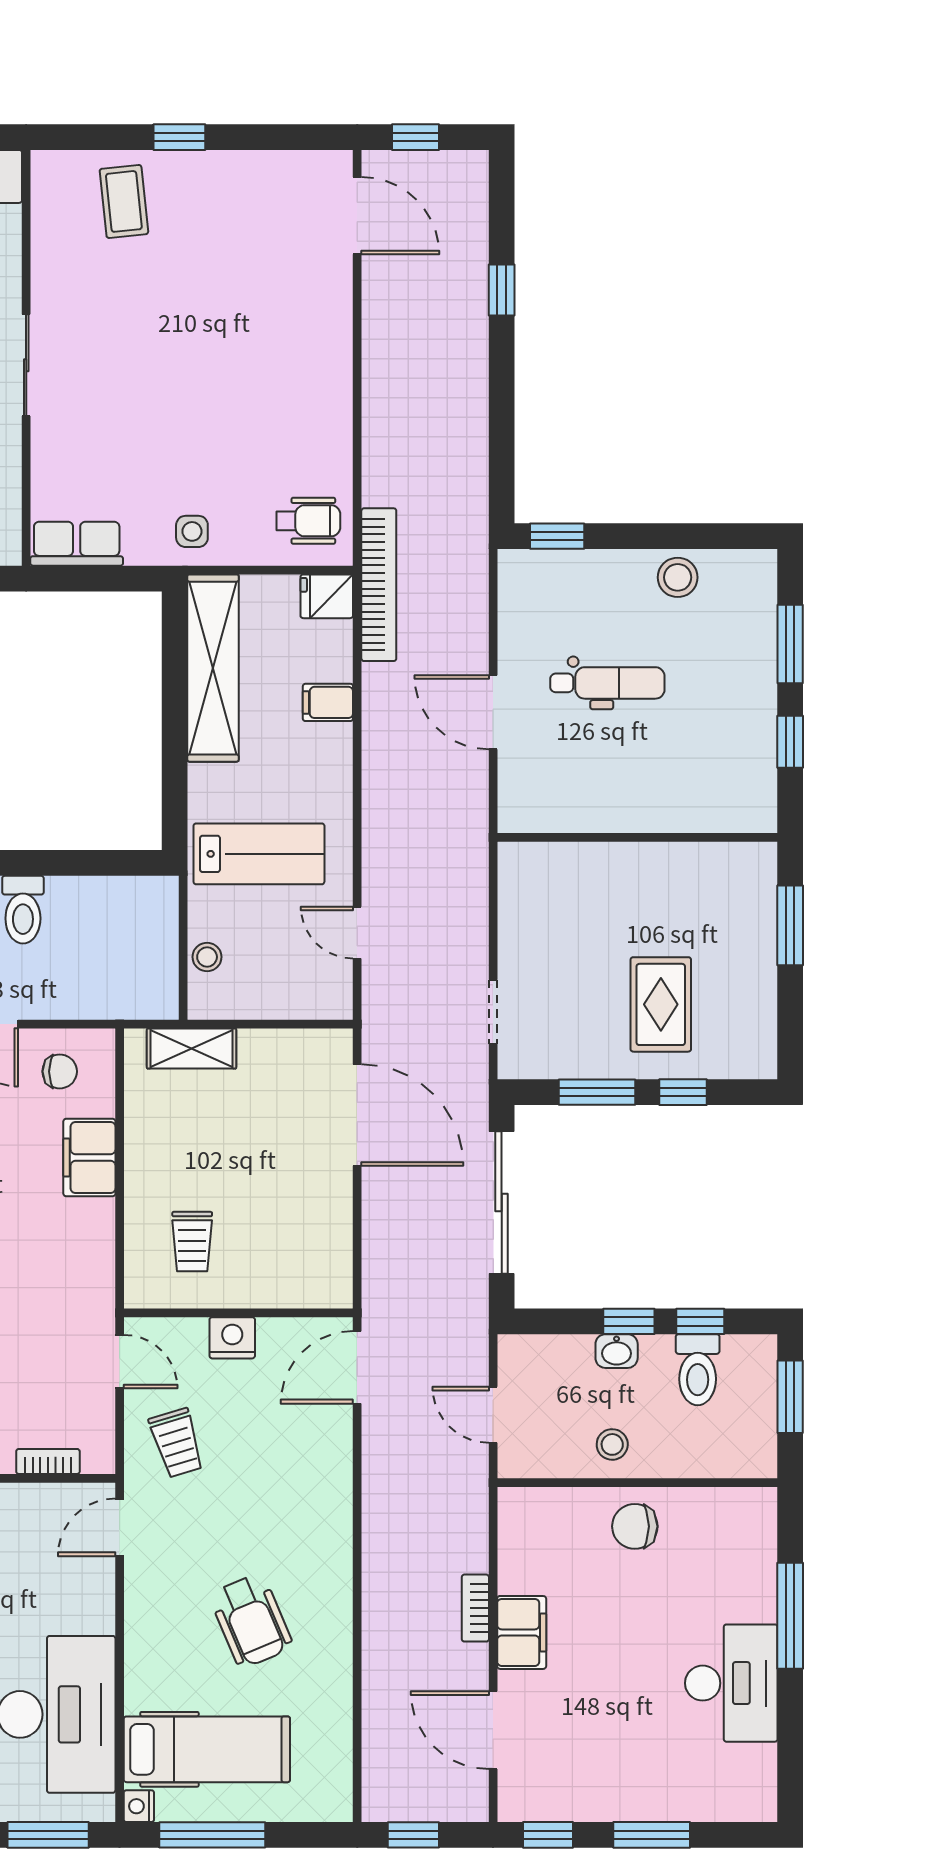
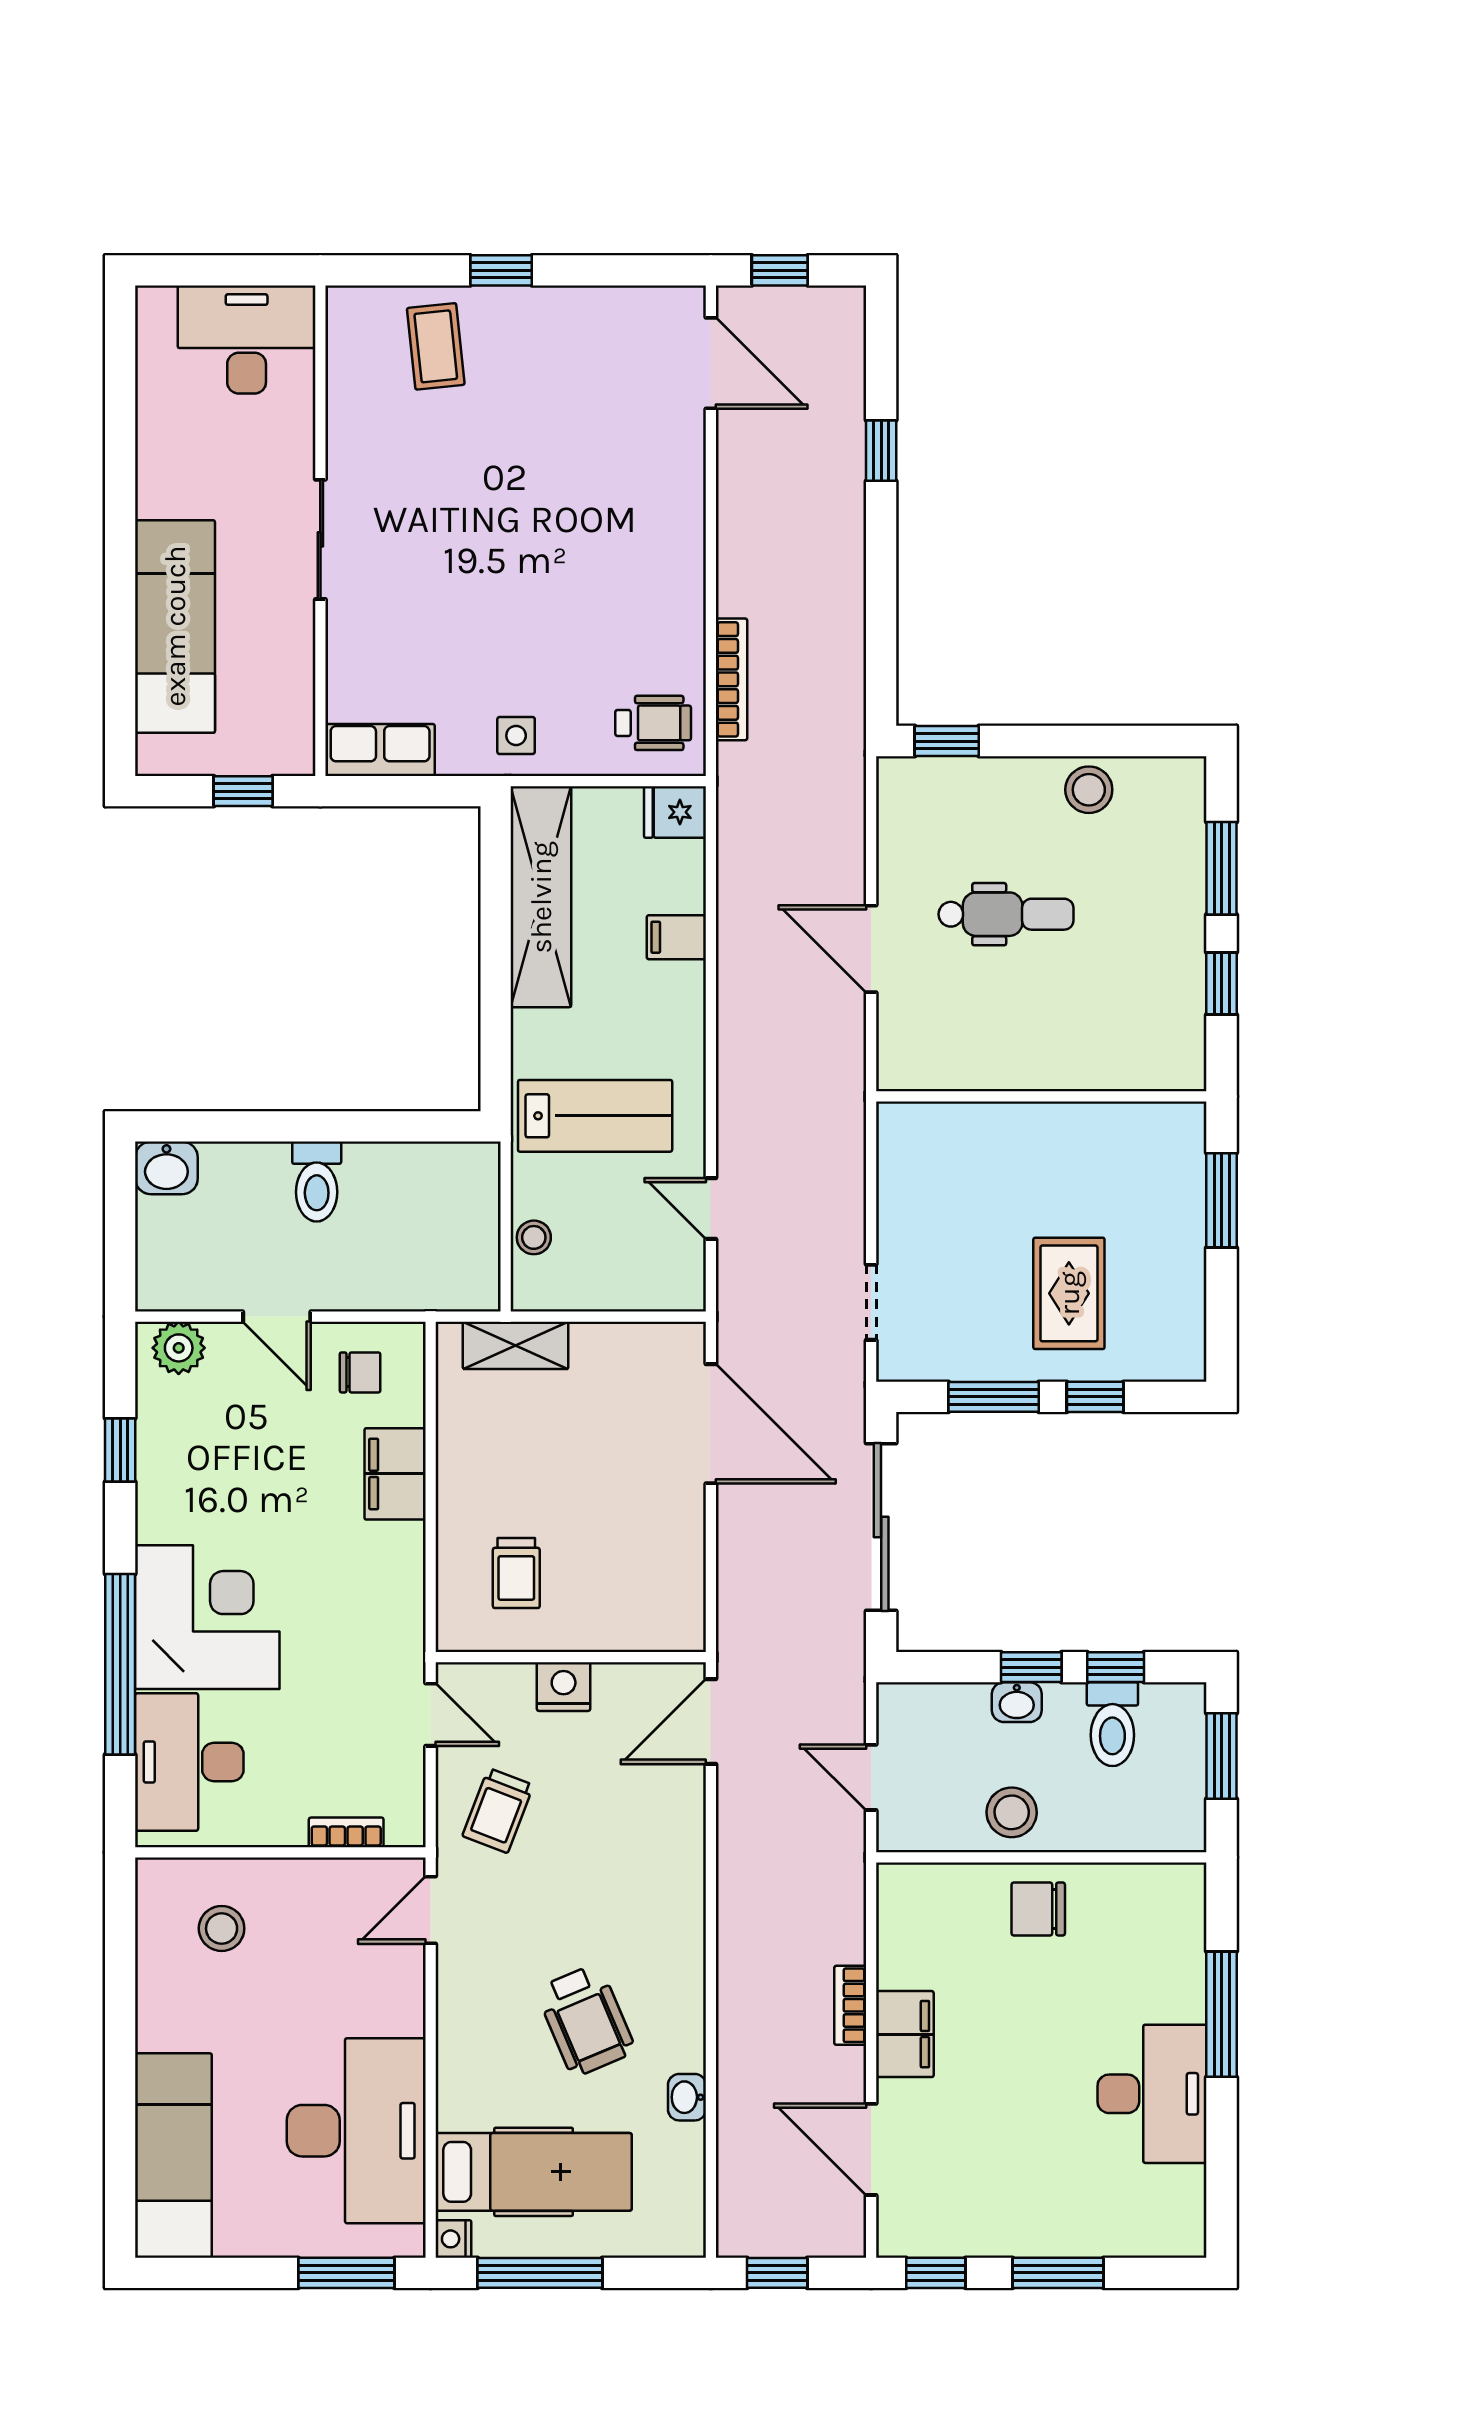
bookcase: (379, 585) -> (732, 679), moved, width x0.68, depth x0.76
trolley: (177, 1443) -> (498, 1811), turned 38
stool: (612, 1444) -> (1012, 1812), width x1.37, depth x1.37
washbasin: (337, 1686) -> (687, 2097), added

